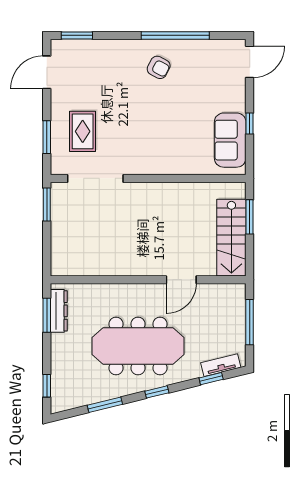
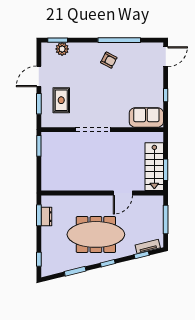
plant: (84, 50) -> (62, 49), added
door: (47, 72) -> (39, 76), moved
sofa: (230, 140) -> (146, 117), moved, turned 90
doorway: (95, 178) -> (93, 130), moved
window: (250, 217) -> (166, 170), moved
dresser: (59, 311) -> (46, 217), width x0.70

